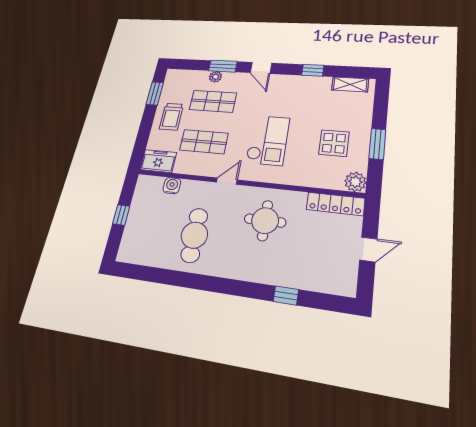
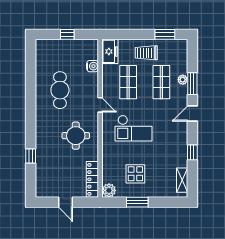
cafe table: (194, 235) -> (60, 90), turned 90

